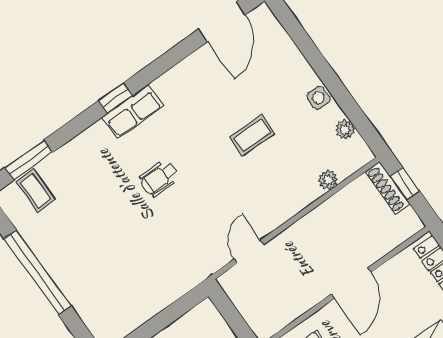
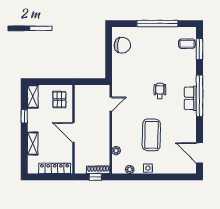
window: (115, 98) -> (200, 96), width x3.17
coffee table: (252, 135) -> (151, 135), width x1.86, depth x1.72
door: (249, 252) -> (111, 104), hinge flipped
chair: (124, 308) -> (122, 45), added

